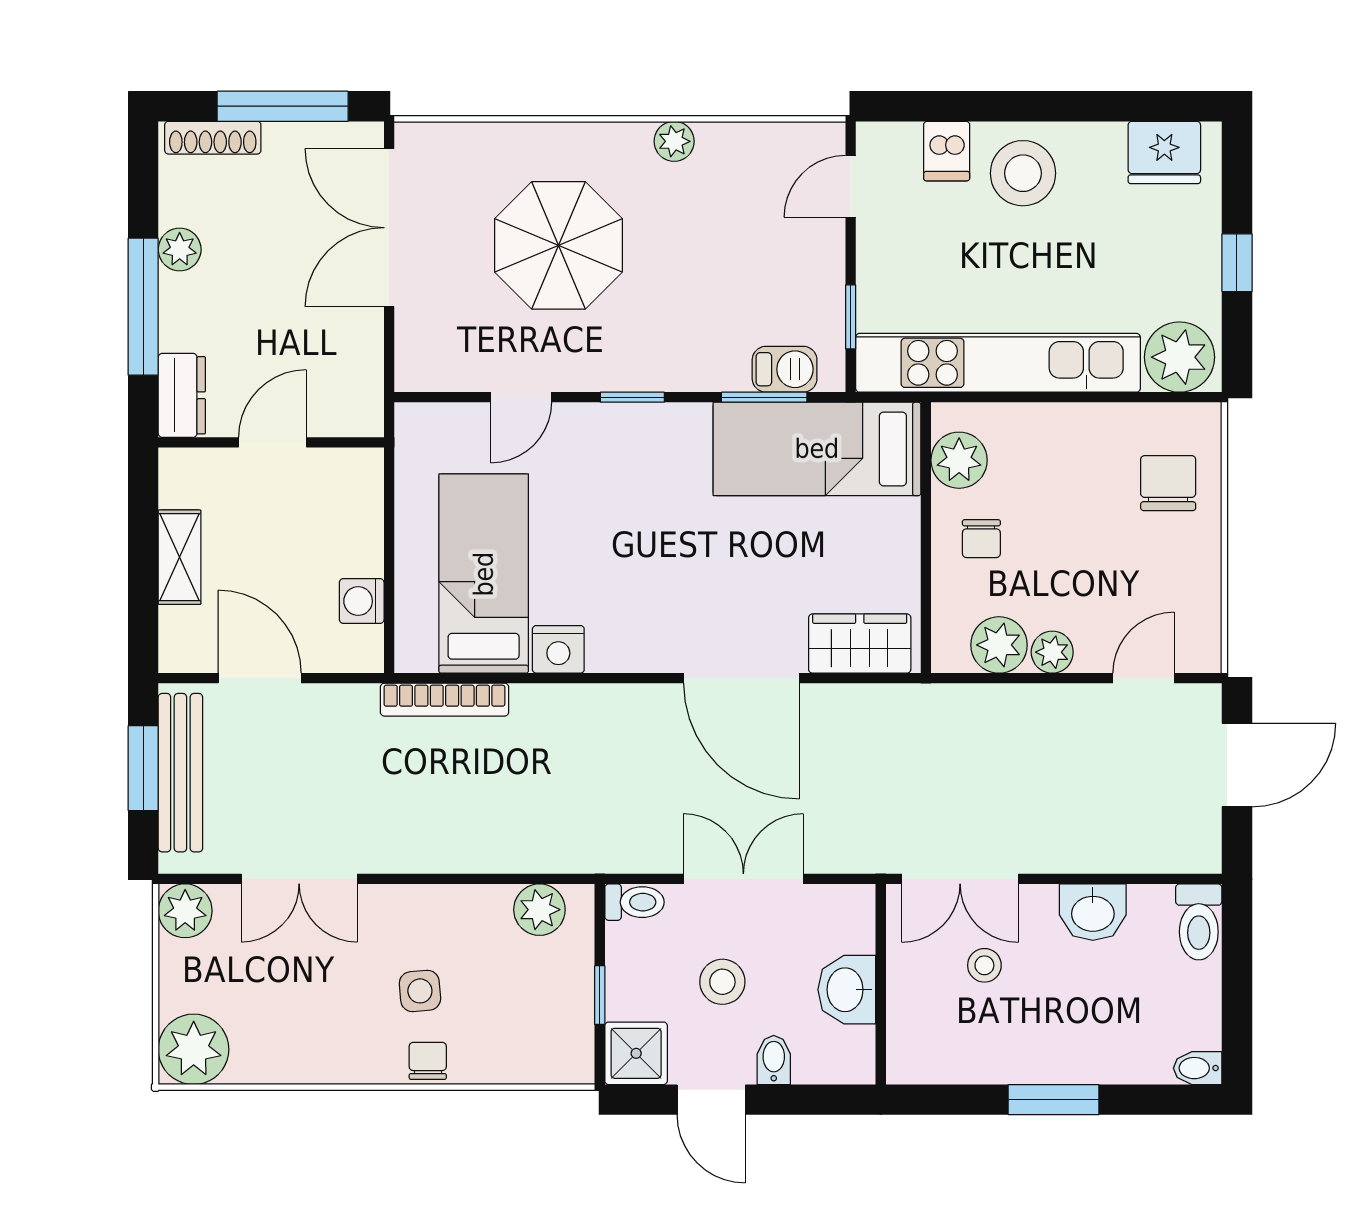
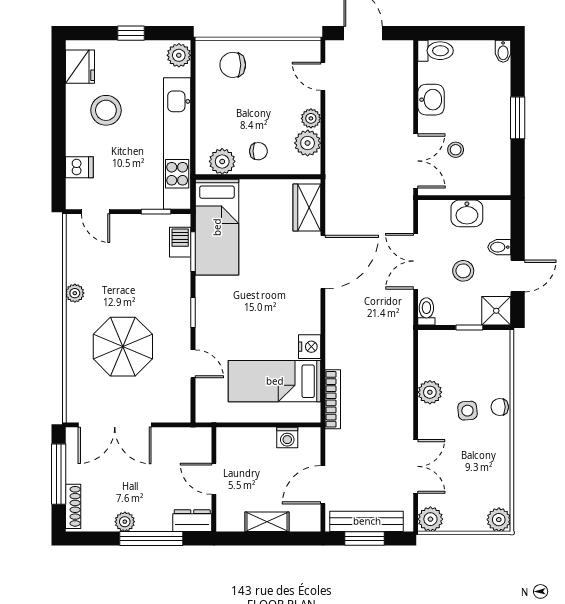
stool: (1023, 173) -> (106, 110), moved
plant: (1179, 357) -> (179, 55), width x0.73, depth x0.73
plant: (539, 910) -> (430, 392), moved
plant: (194, 1049) -> (499, 520), width x0.73, depth x0.73

